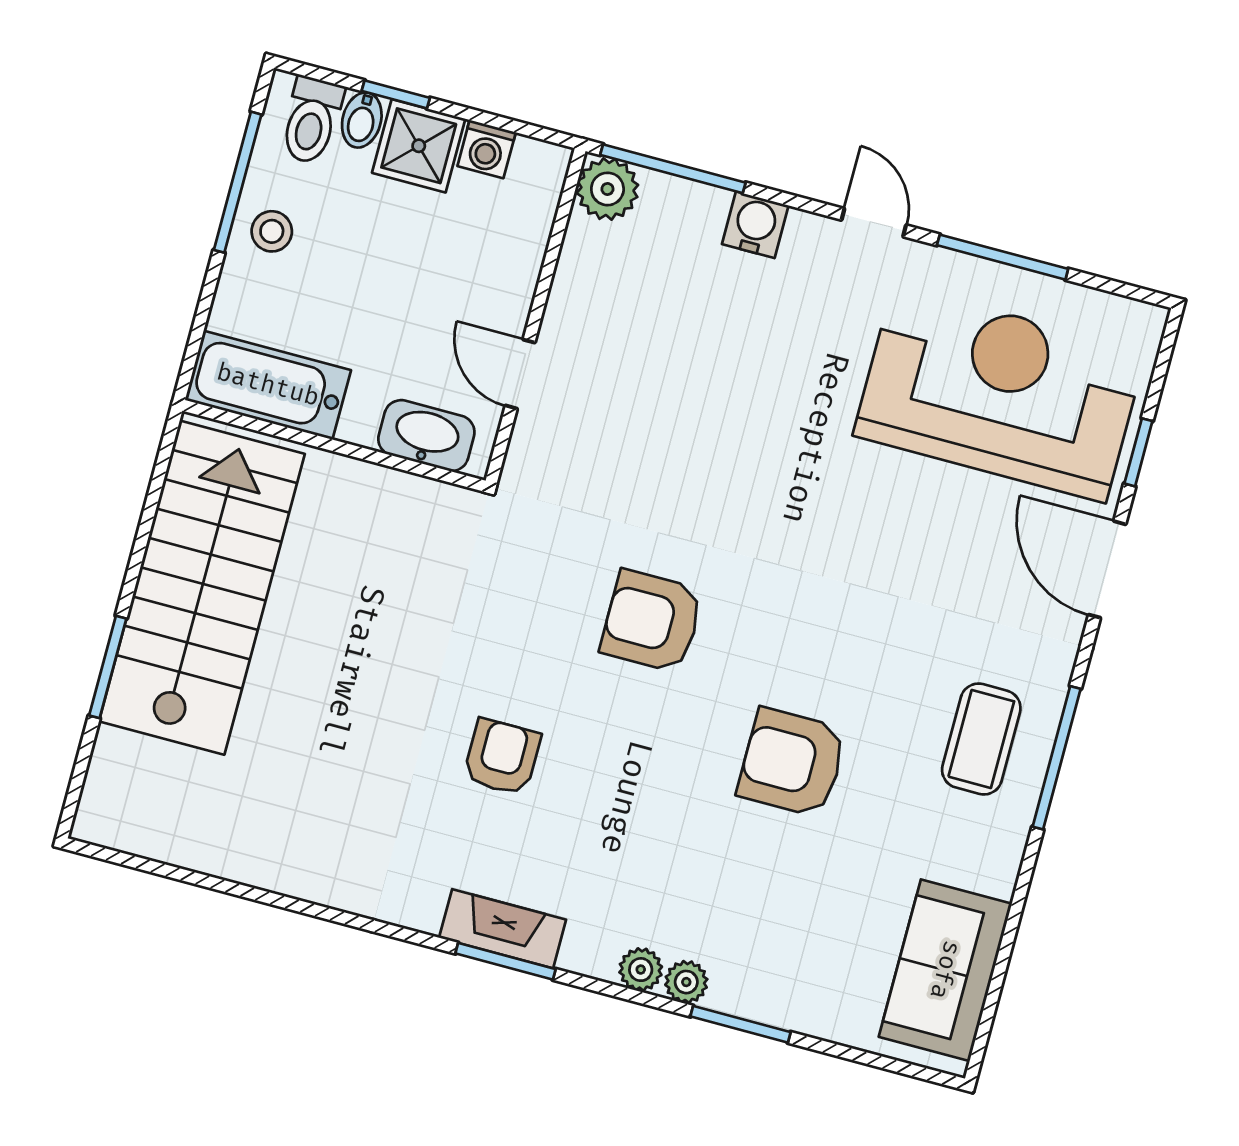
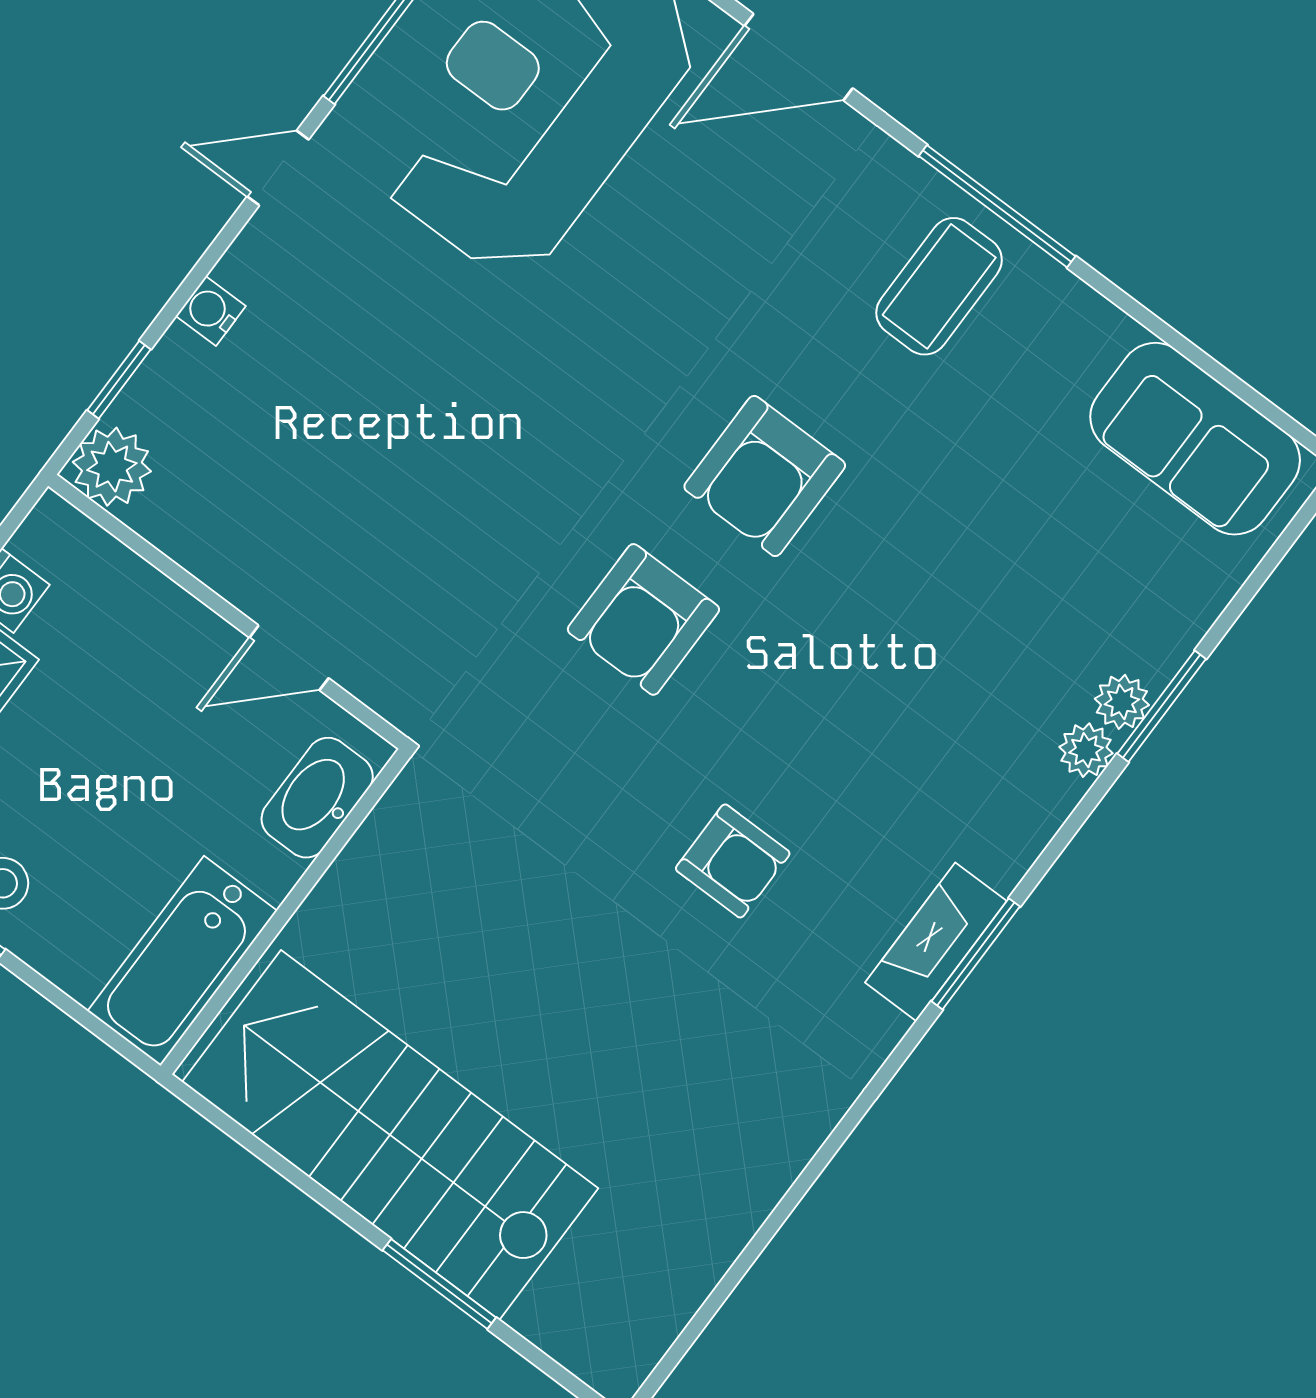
window: (673, 169) -> (119, 380), width x0.46
water cooler: (755, 225) -> (211, 311), width x0.72, depth x0.72
coffee table: (981, 739) -> (939, 286), turned 90
armchair: (502, 757) -> (733, 861), turned 180
armchair: (792, 762) -> (765, 476), moved
plant: (641, 970) -> (1122, 702), moved

